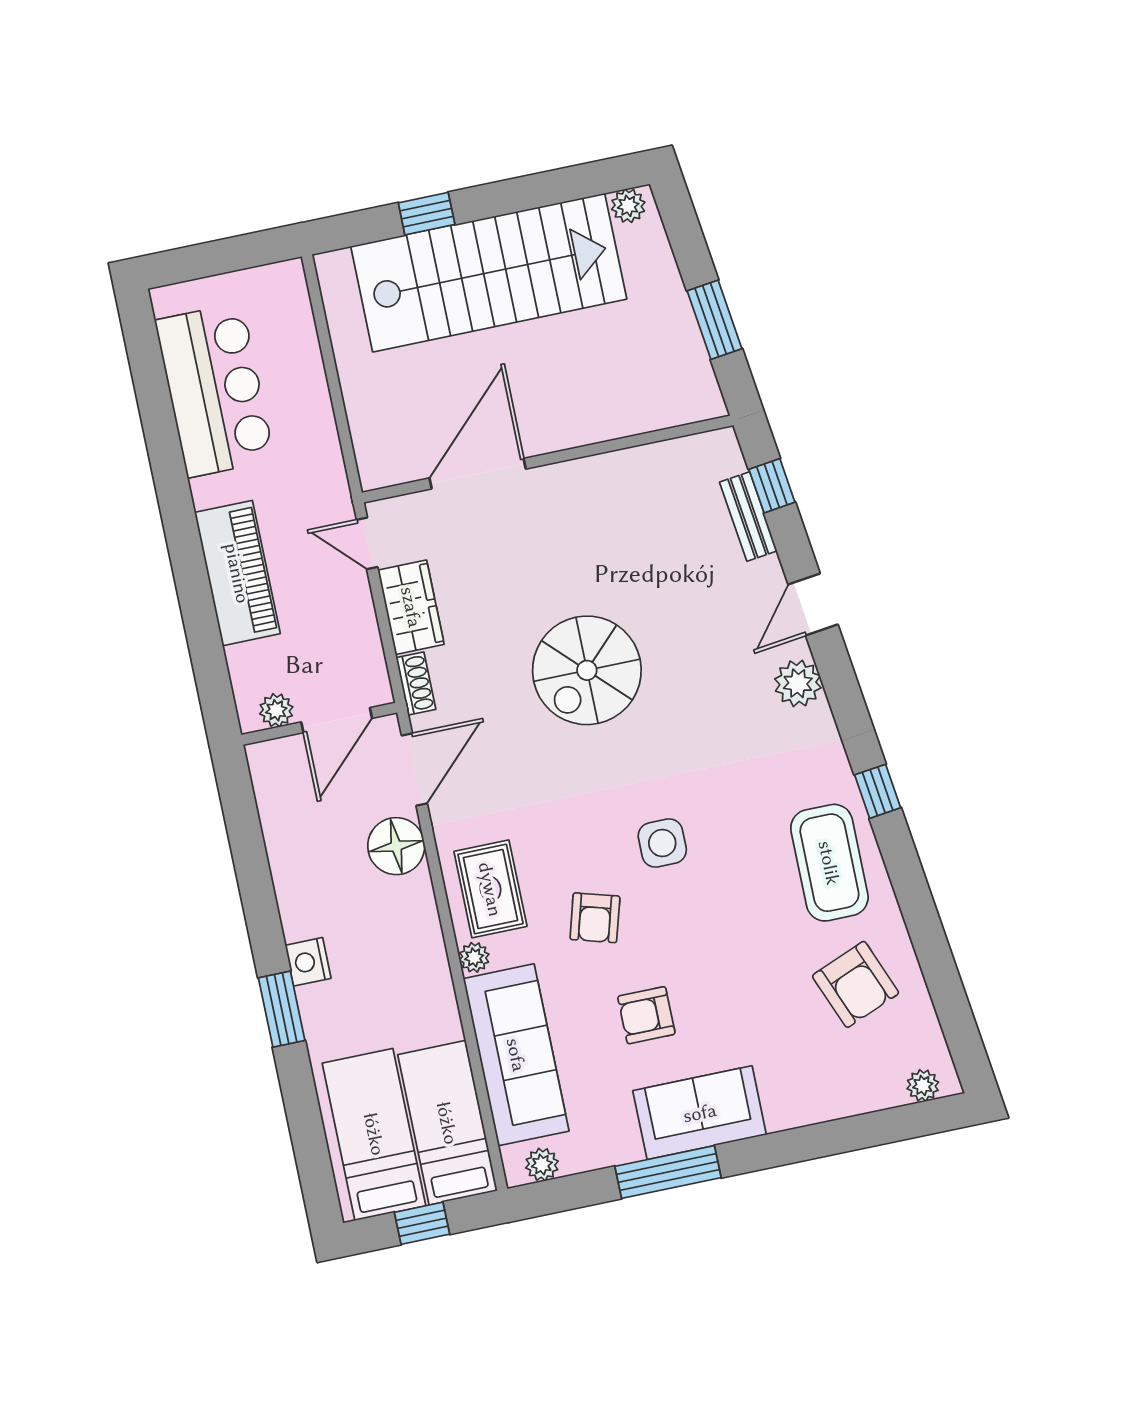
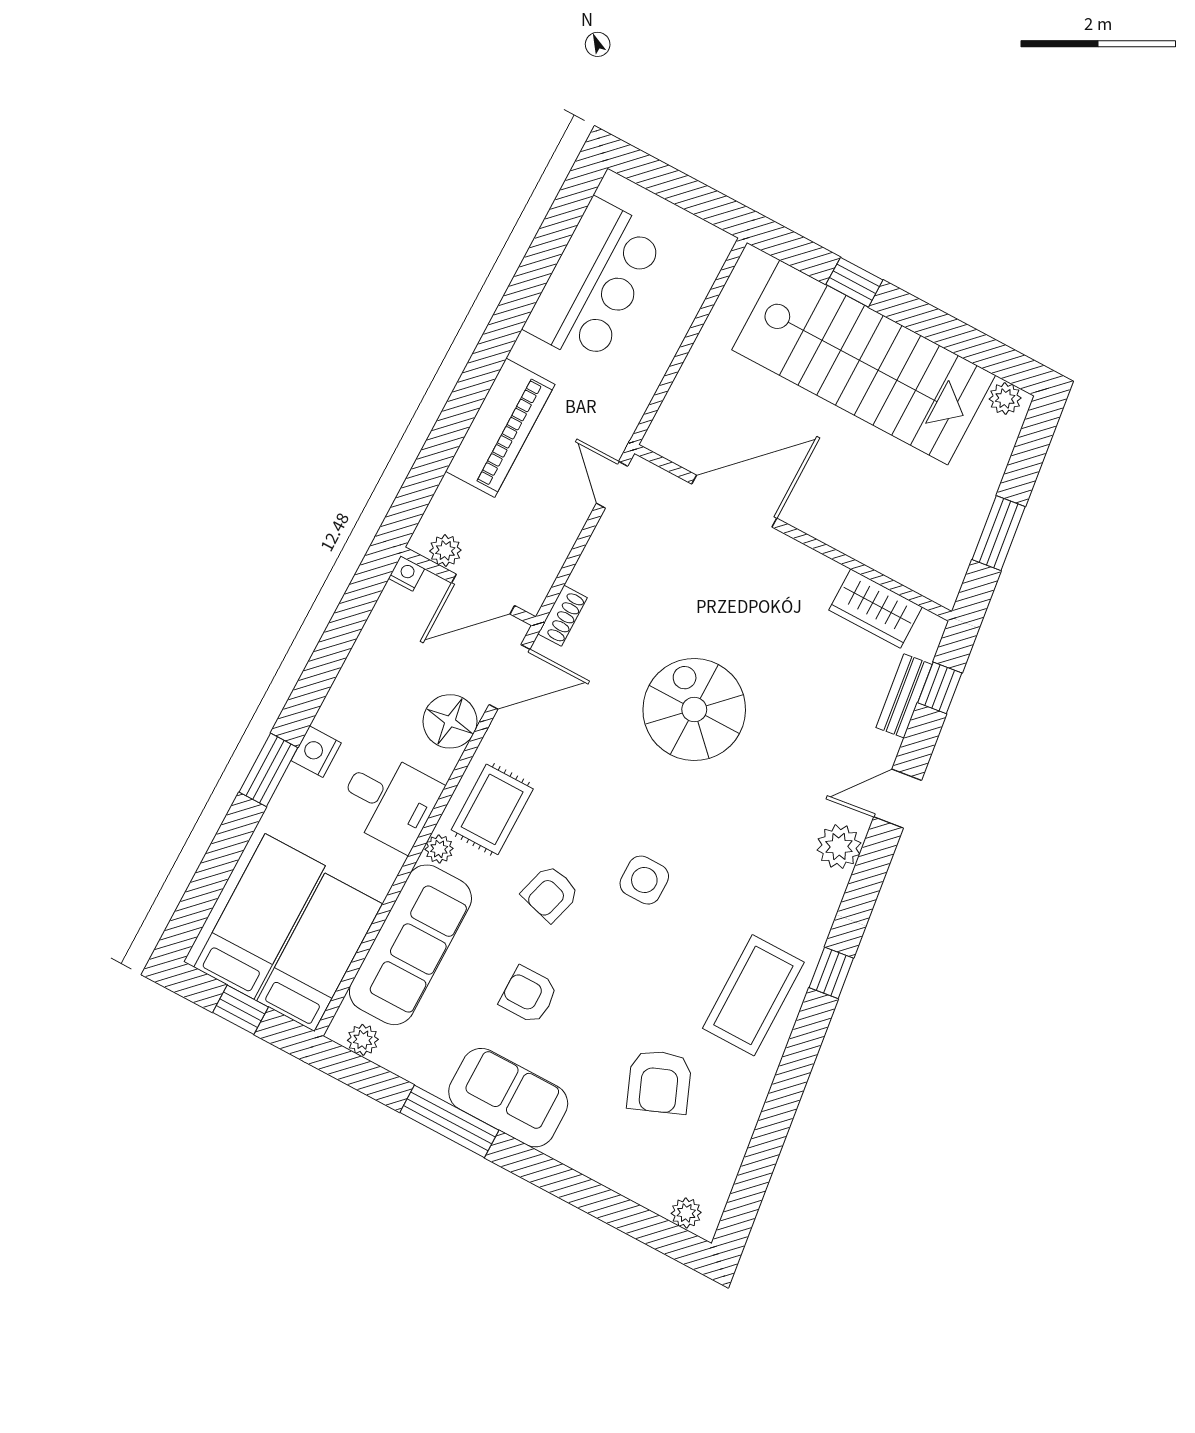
wardrobe: (411, 607) -> (876, 608), moved, turned 90
spiral stairs: (587, 670) -> (694, 710), turned 90
nightstand: (260, 755) -> (407, 573), added
desk: (401, 952) -> (389, 801), added
armchair: (856, 984) -> (659, 1082), moved

